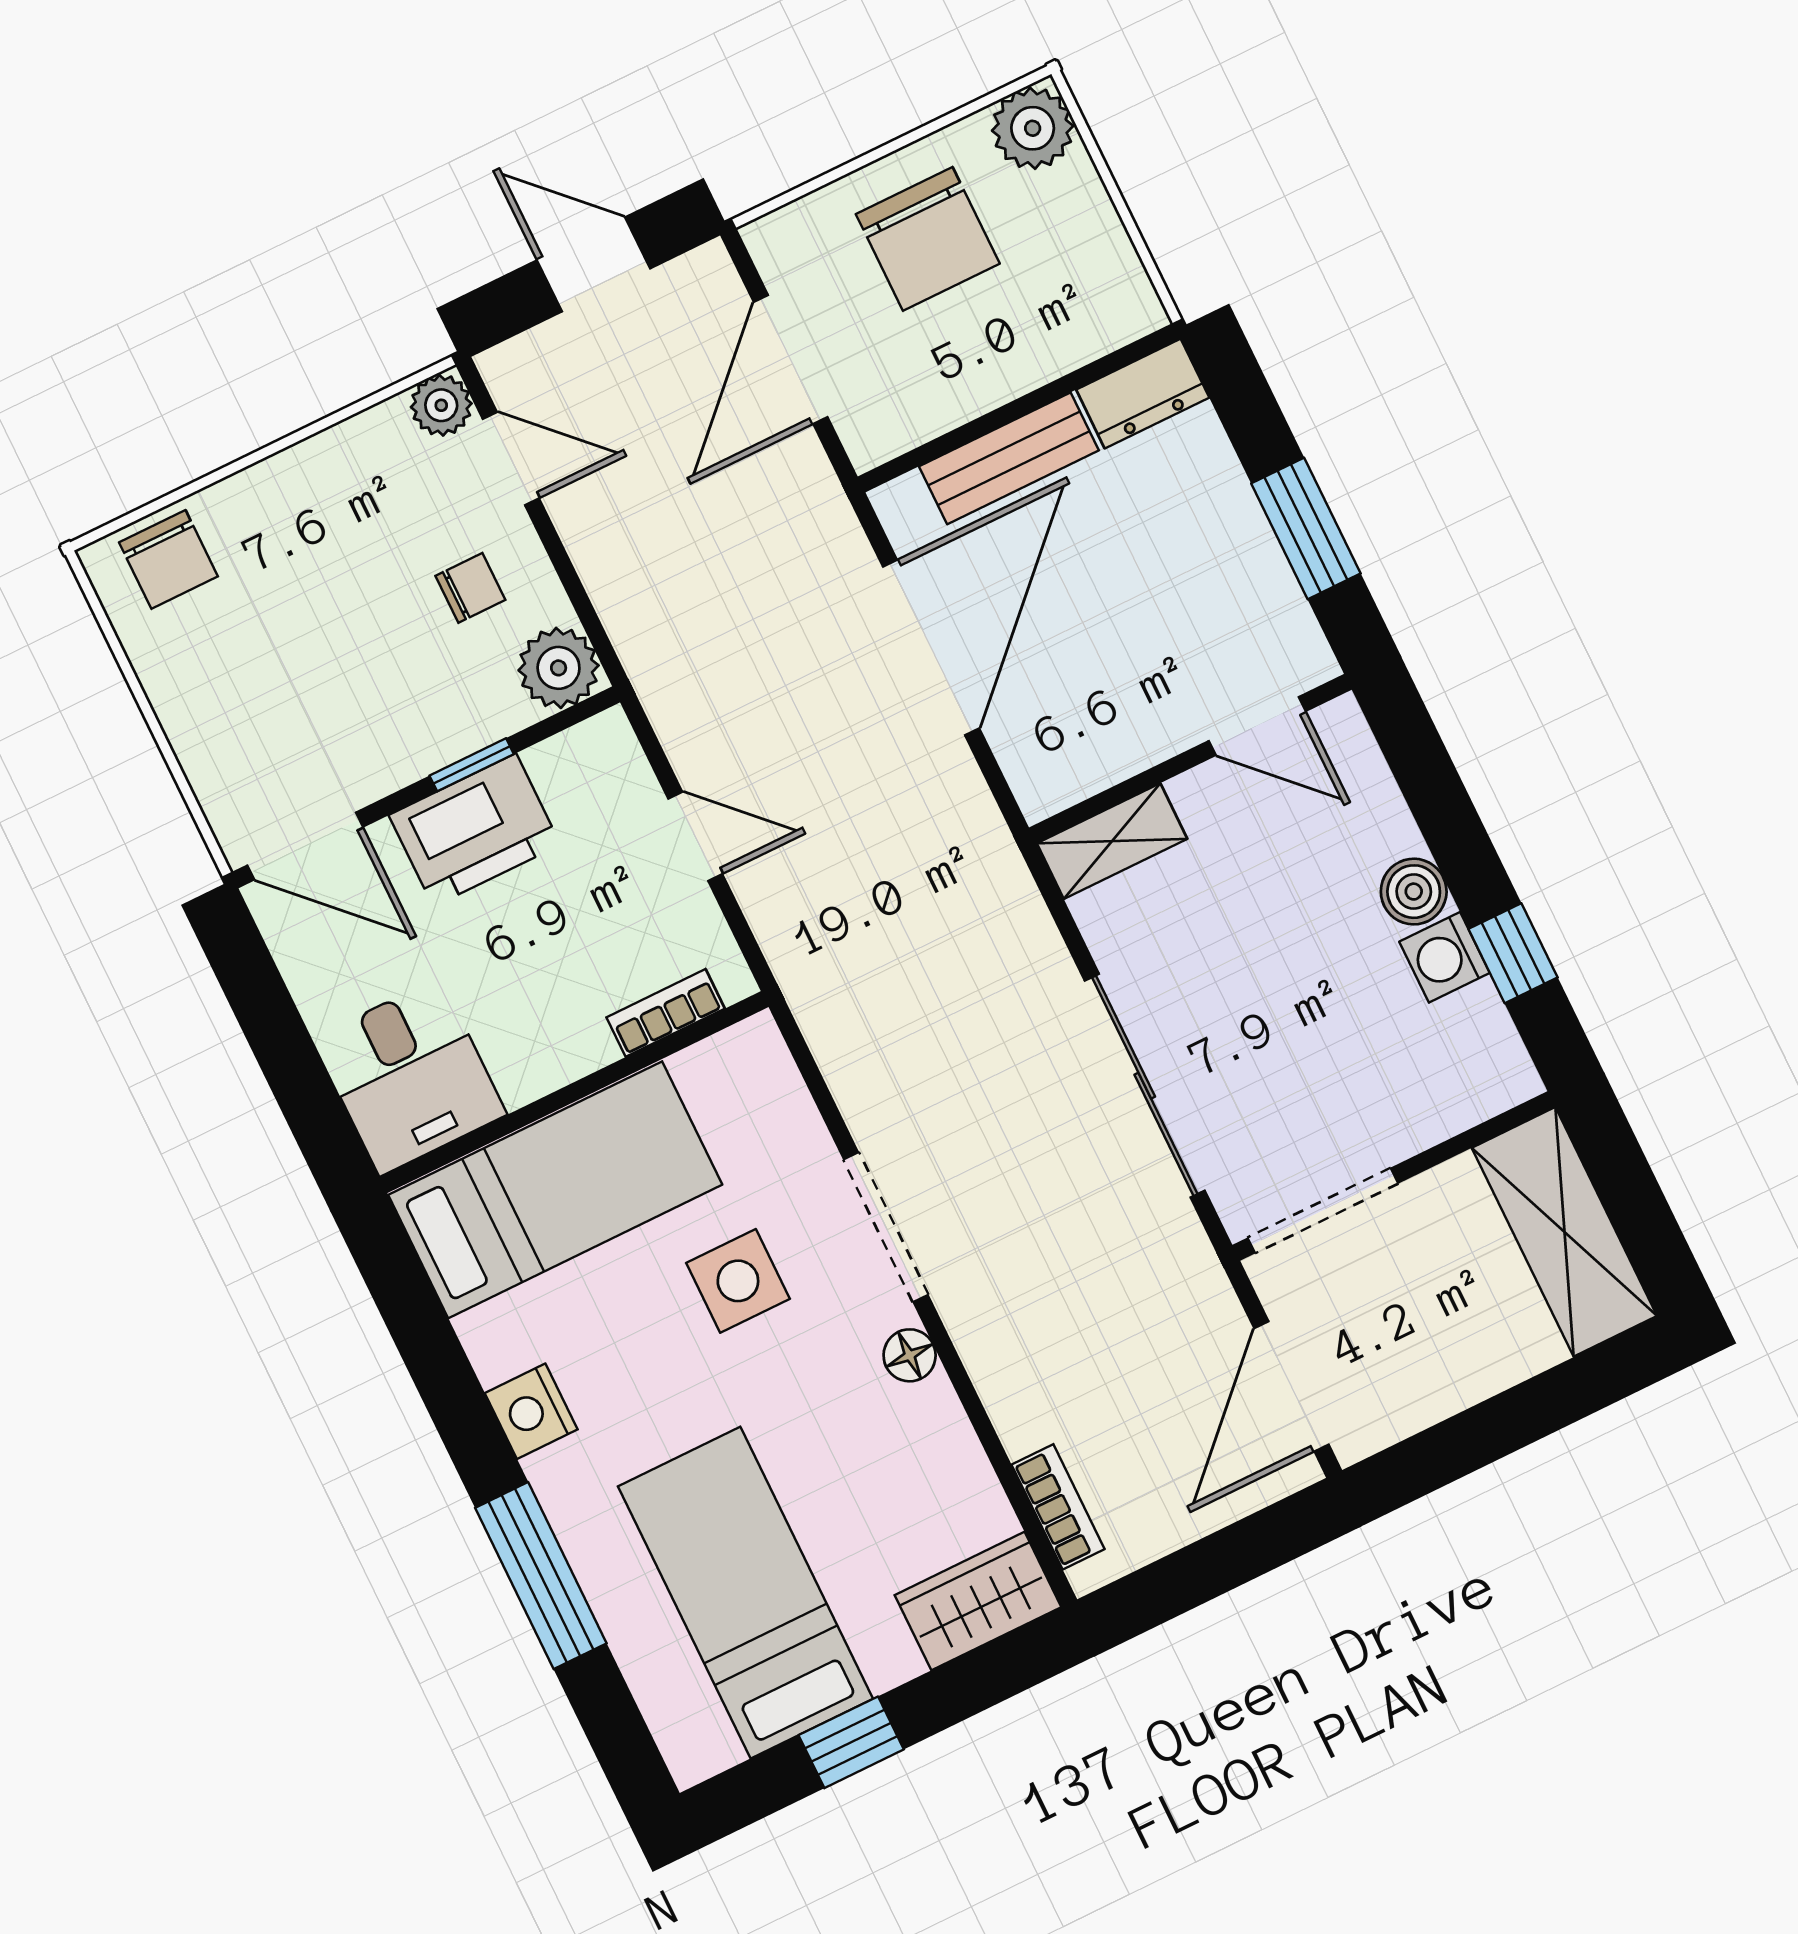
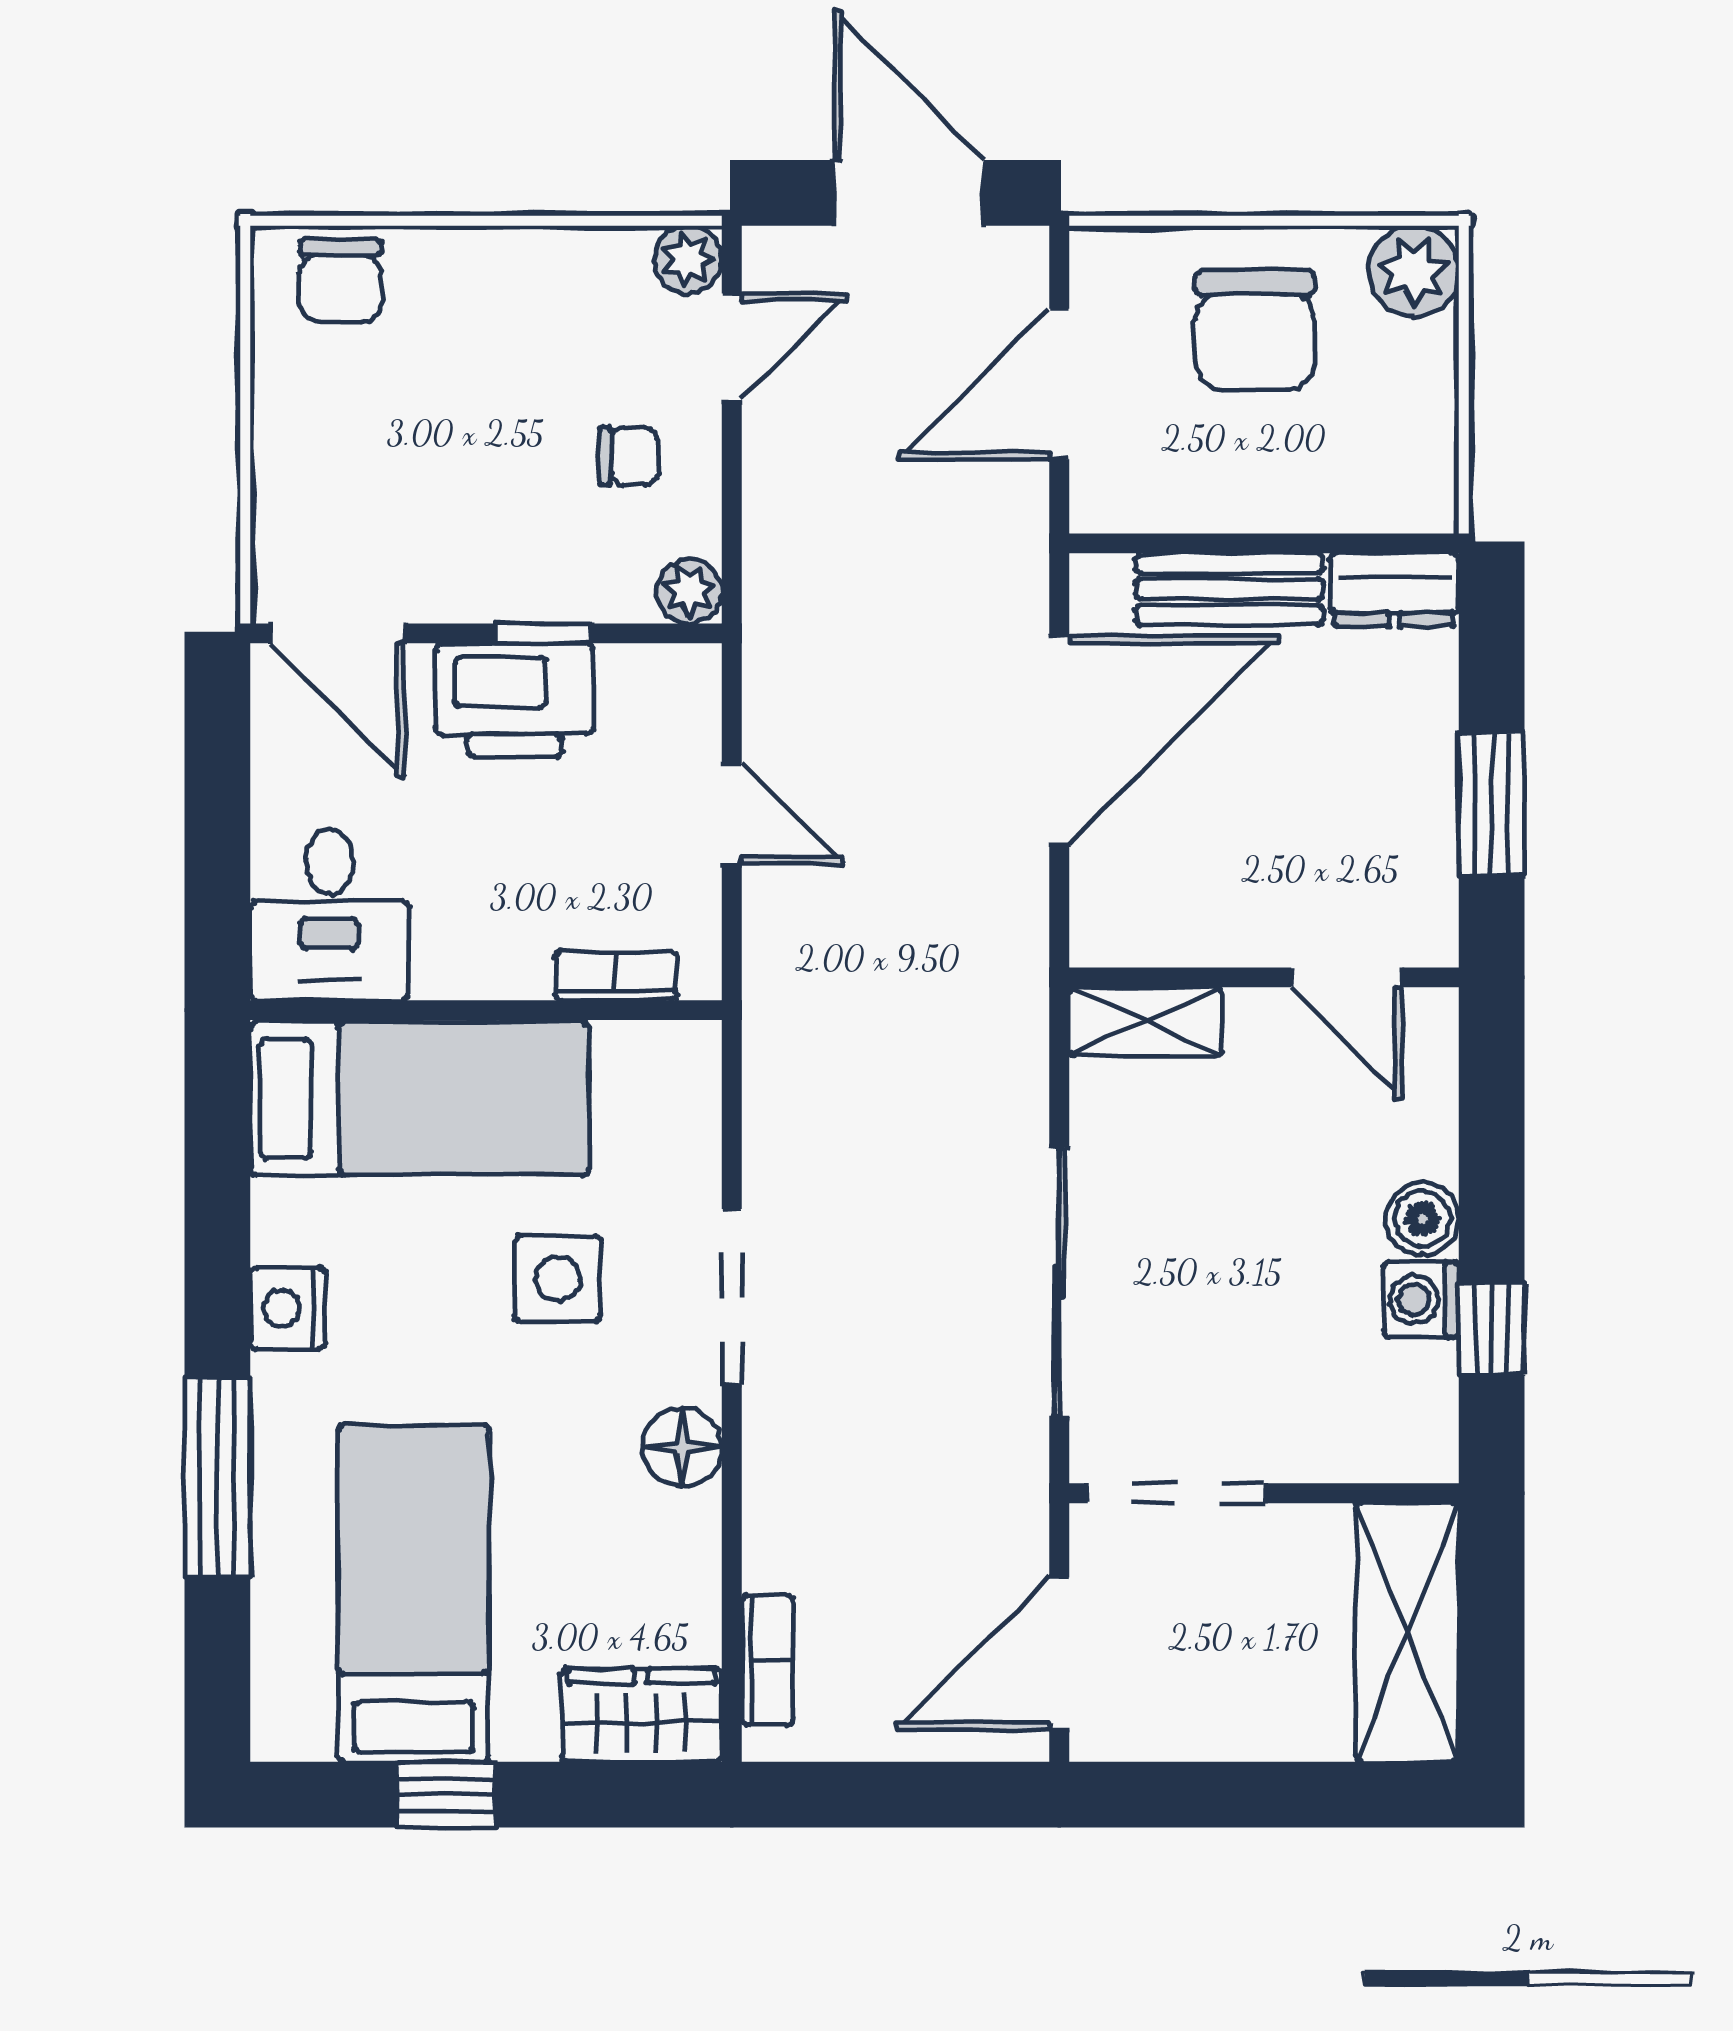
door: (593, 264) -> (909, 193), width x1.38
door: (511, 459) -> (732, 347), hinge flipped
plant: (559, 668) -> (689, 591), width x0.73, depth x0.73
floor lamp: (910, 1355) -> (682, 1447), width x1.37, depth x1.37

